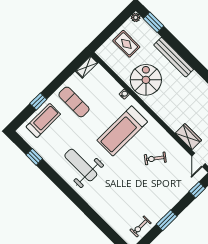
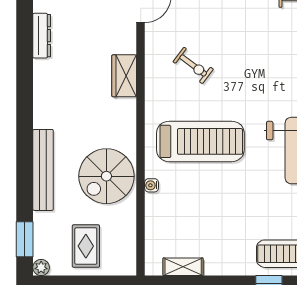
shelving: (87, 67) -> (183, 267), moved
exercise mat: (74, 102) -> (225, 239), removed
wardrobe: (188, 137) -> (124, 76), moved

